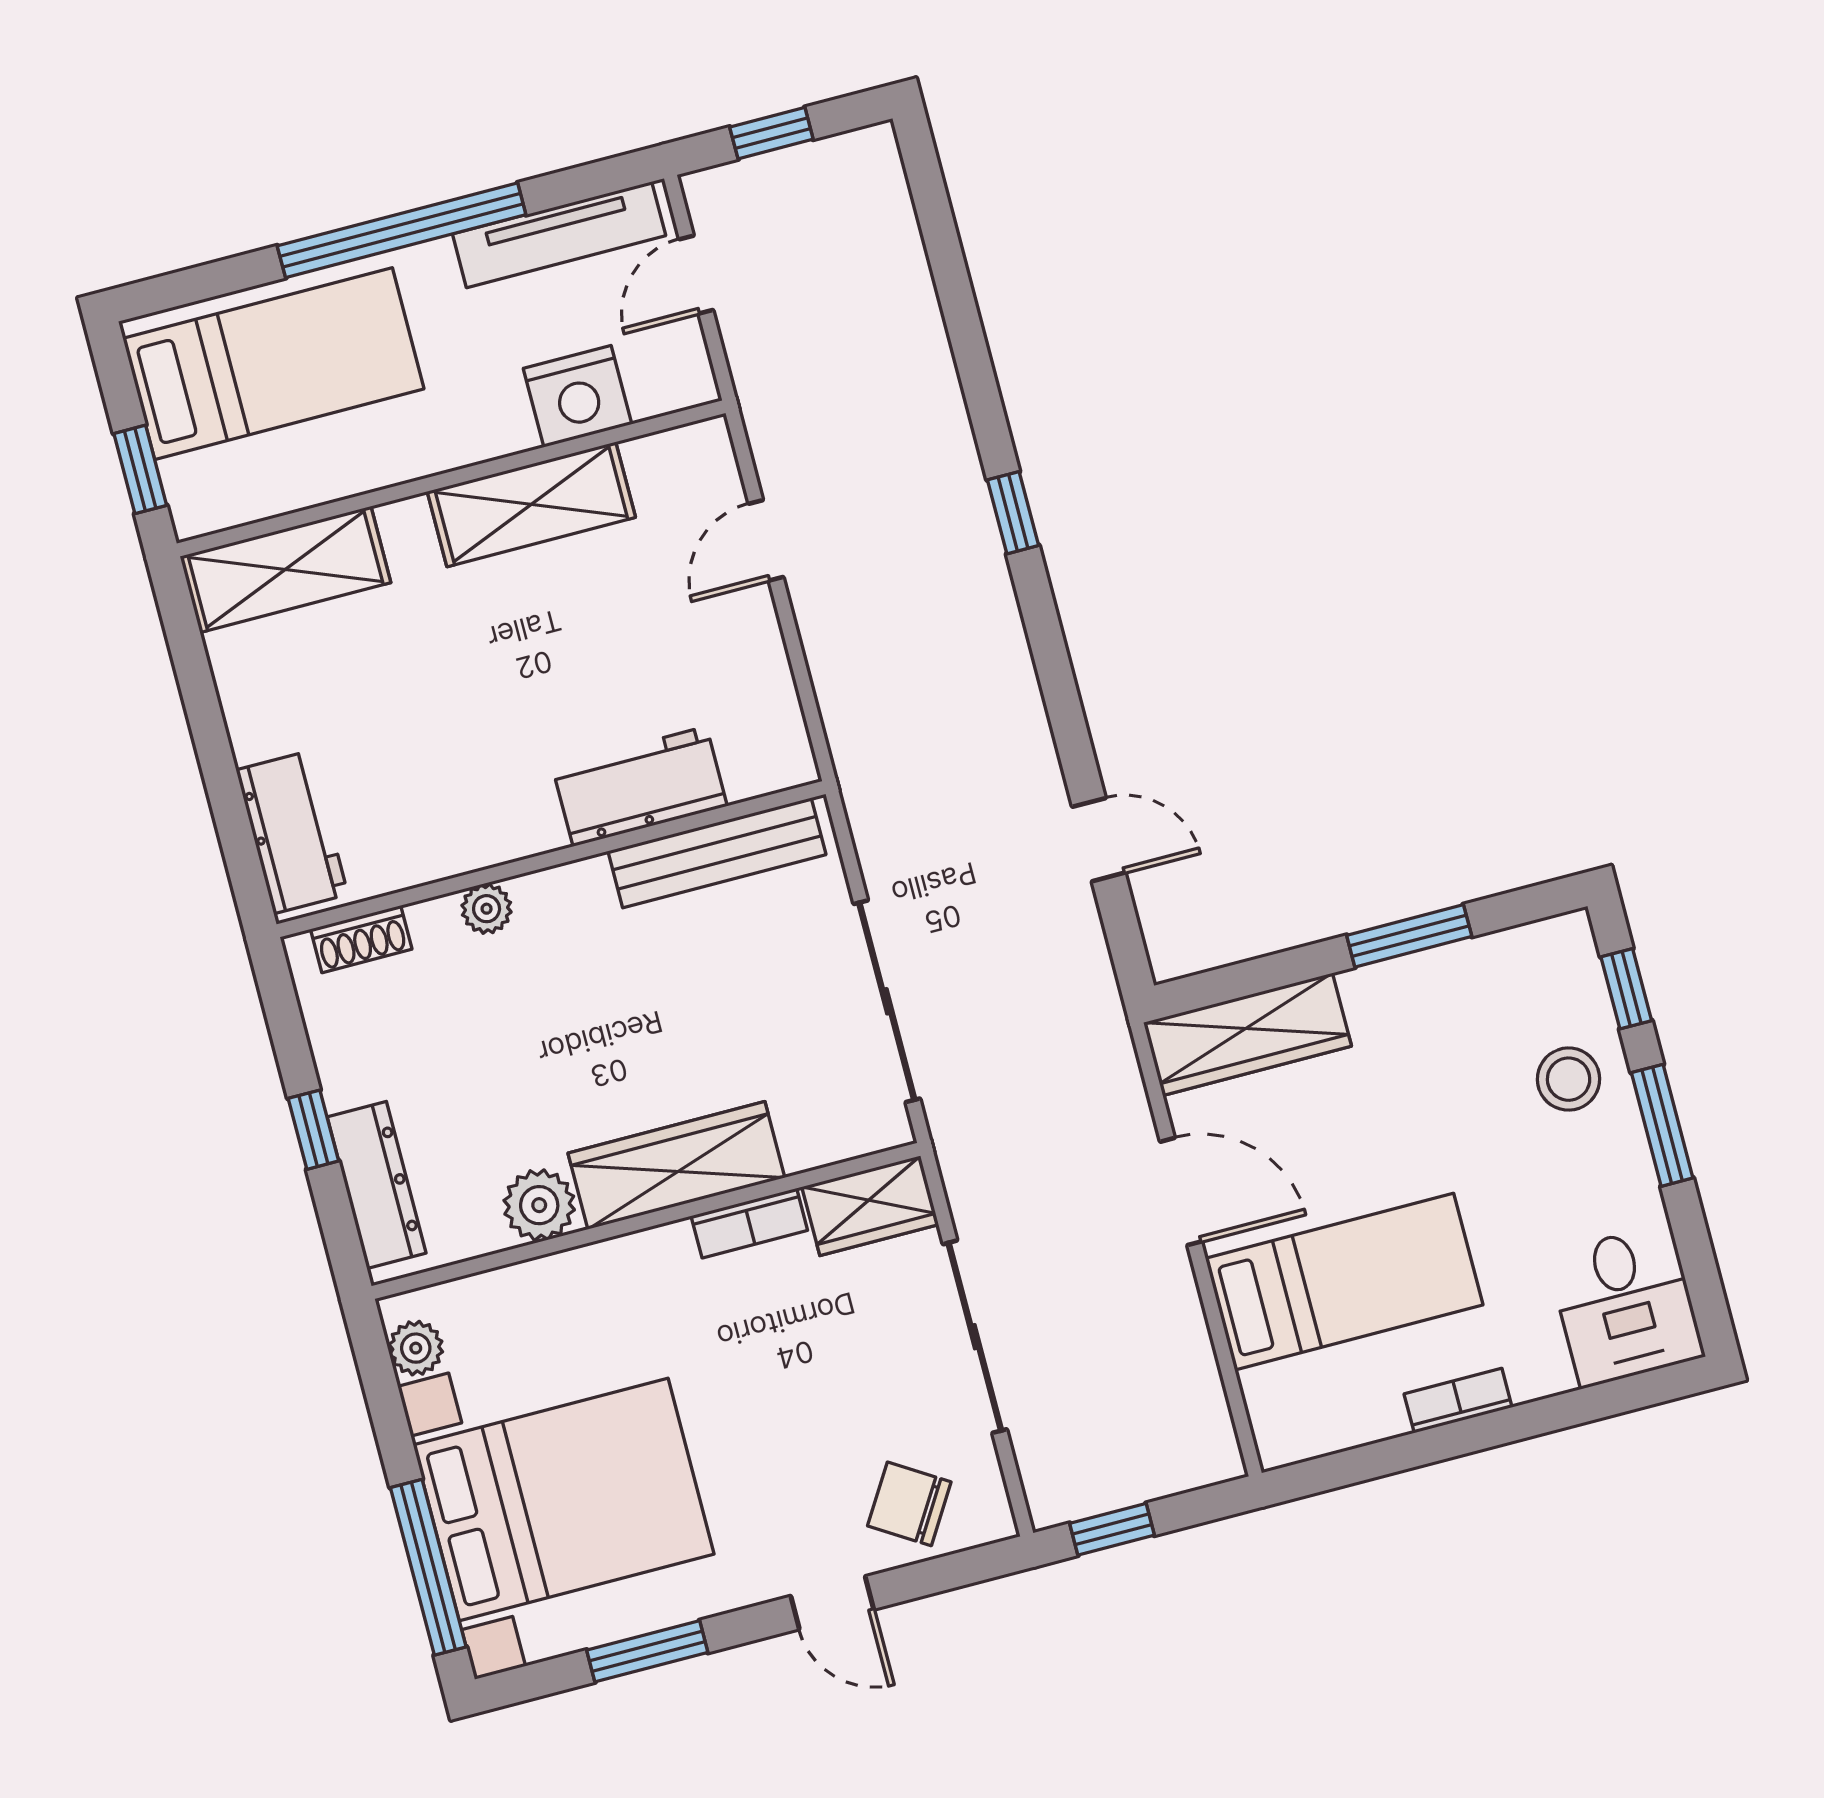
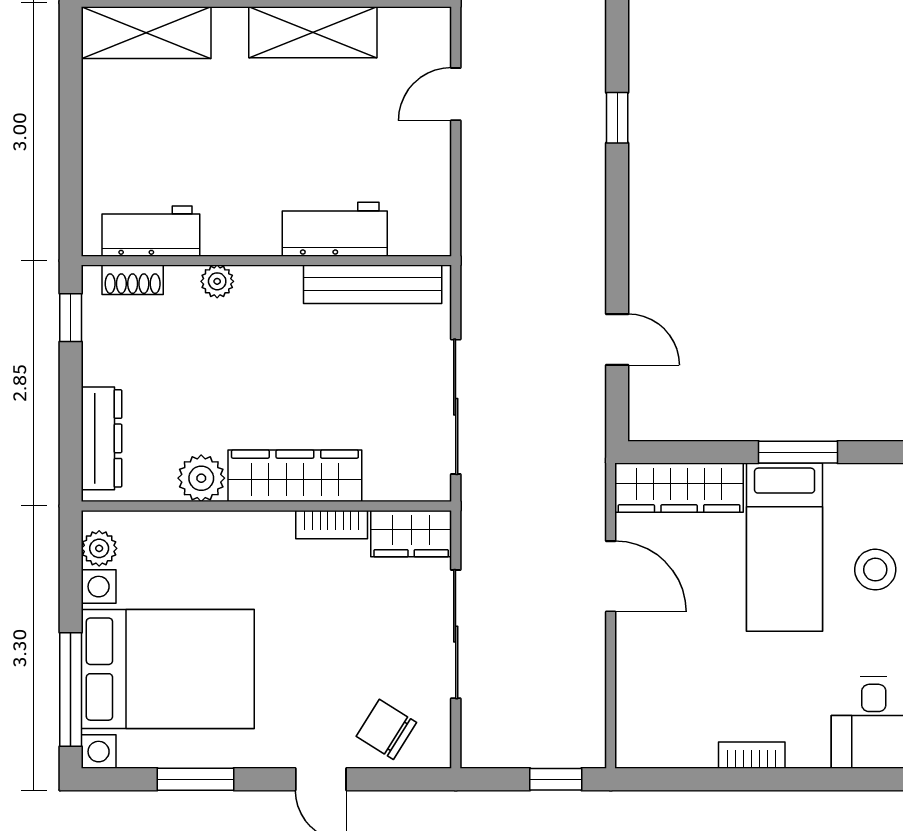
workbench: (292, 832) -> (151, 231), moved, turned -90
window: (313, 1130) -> (71, 318), moved
bed: (1344, 1282) -> (785, 547), moved, turned 90
window: (1112, 1529) -> (556, 779), moved

